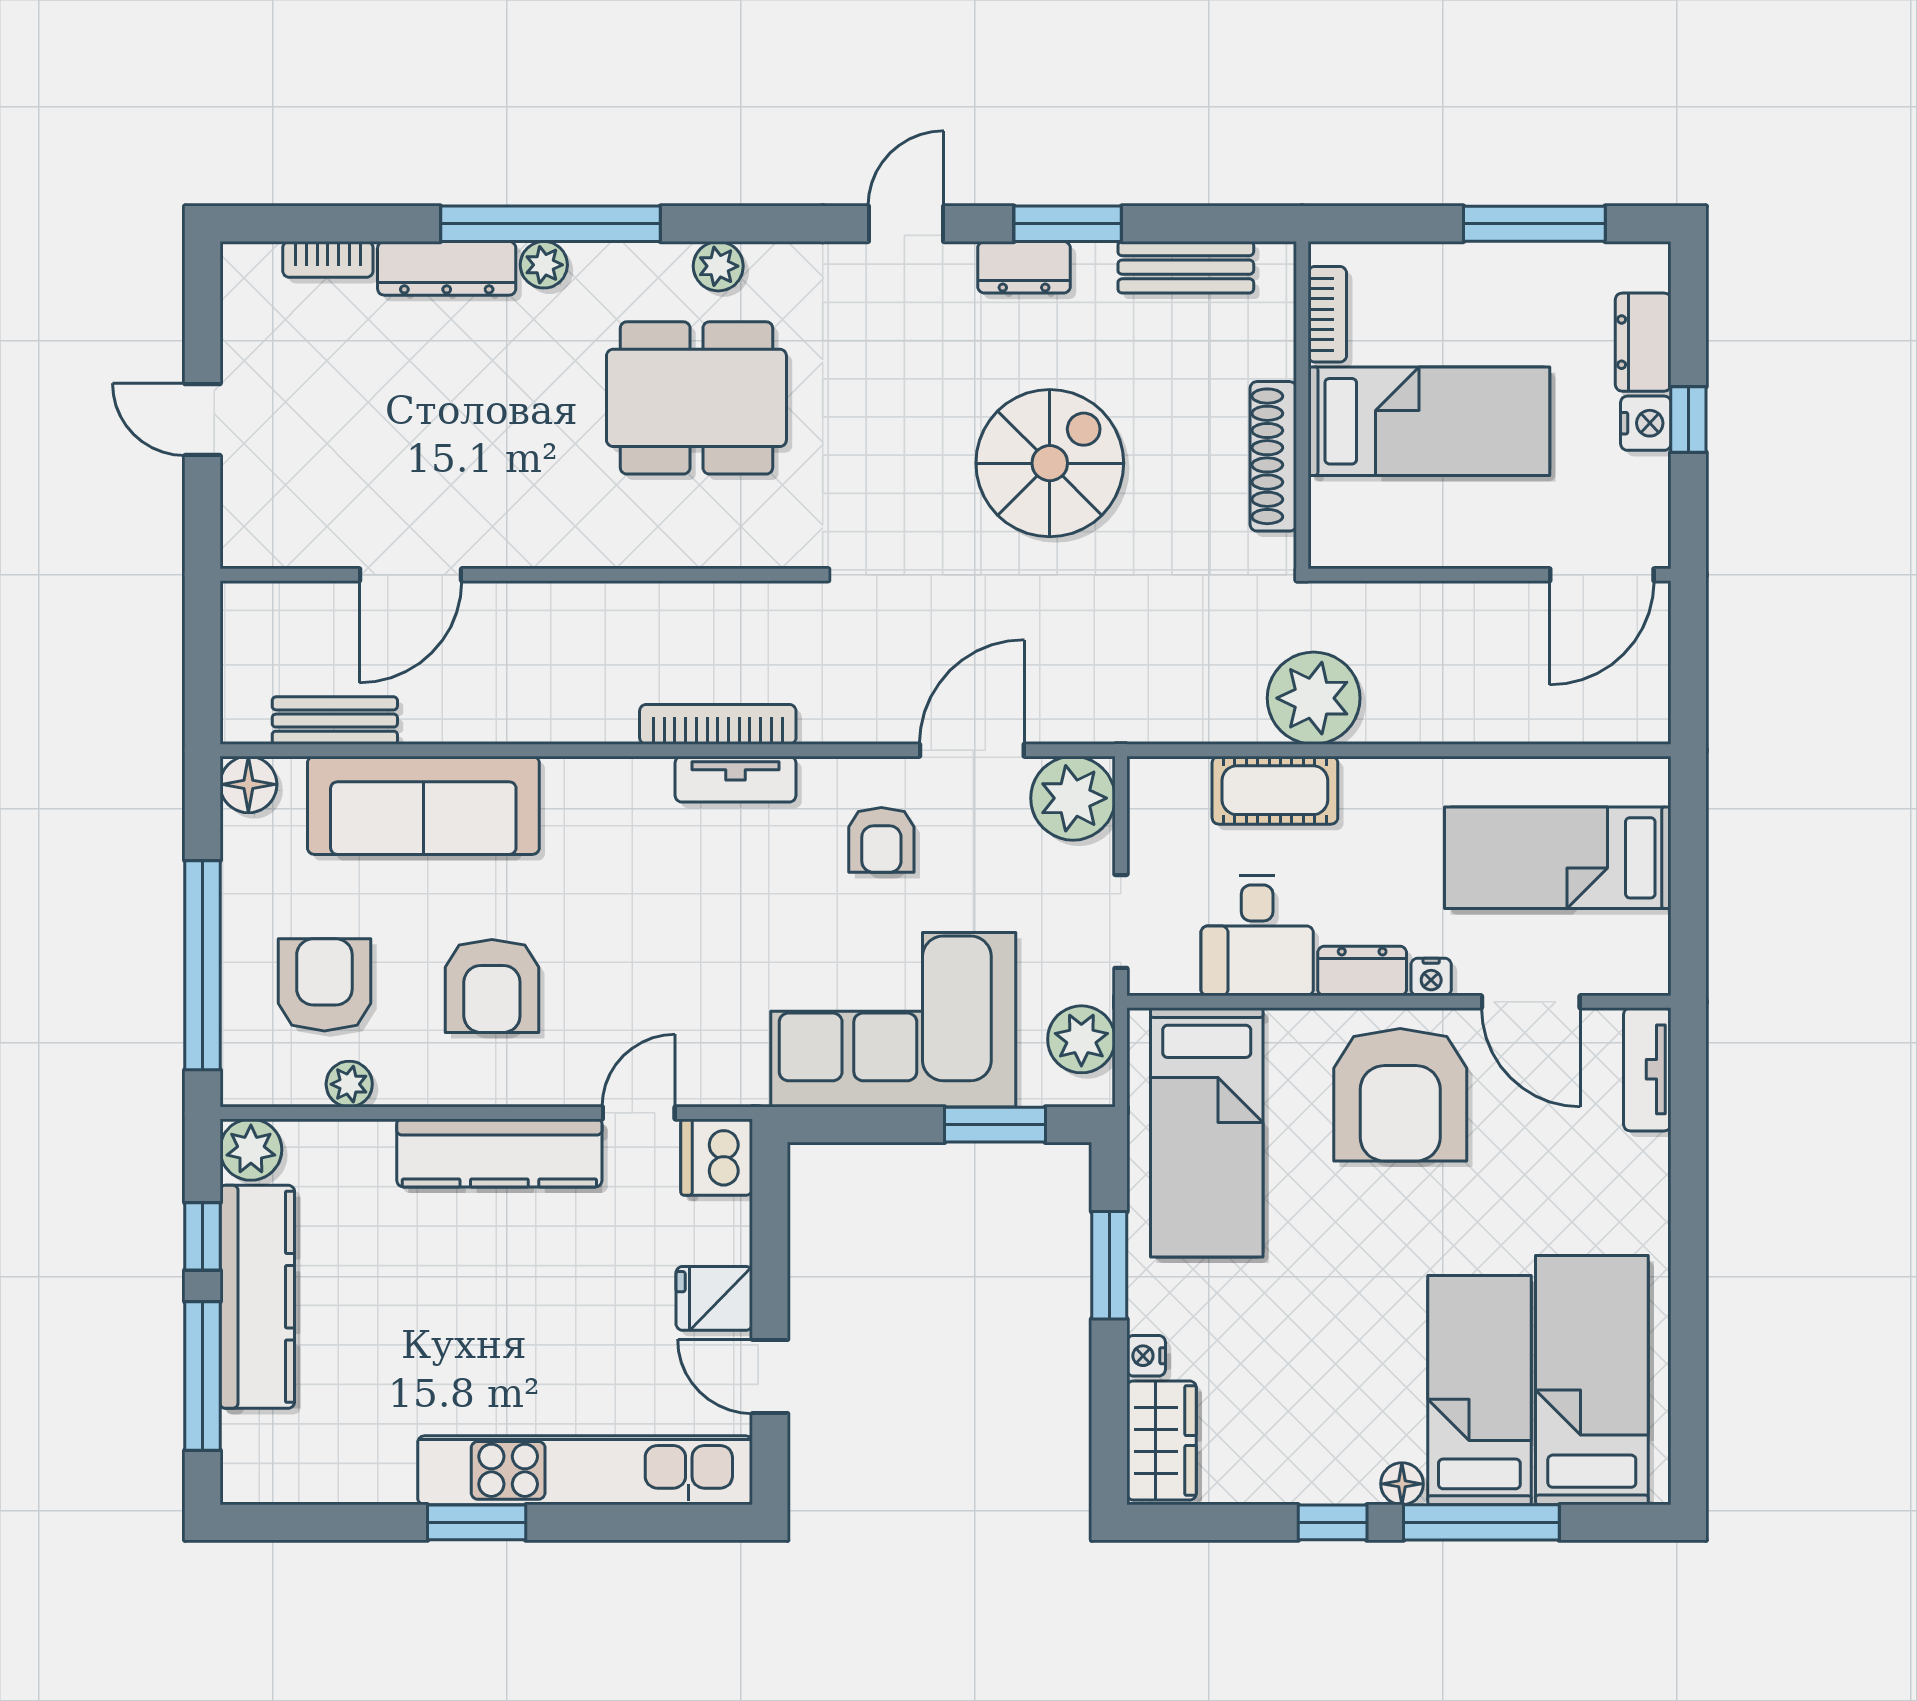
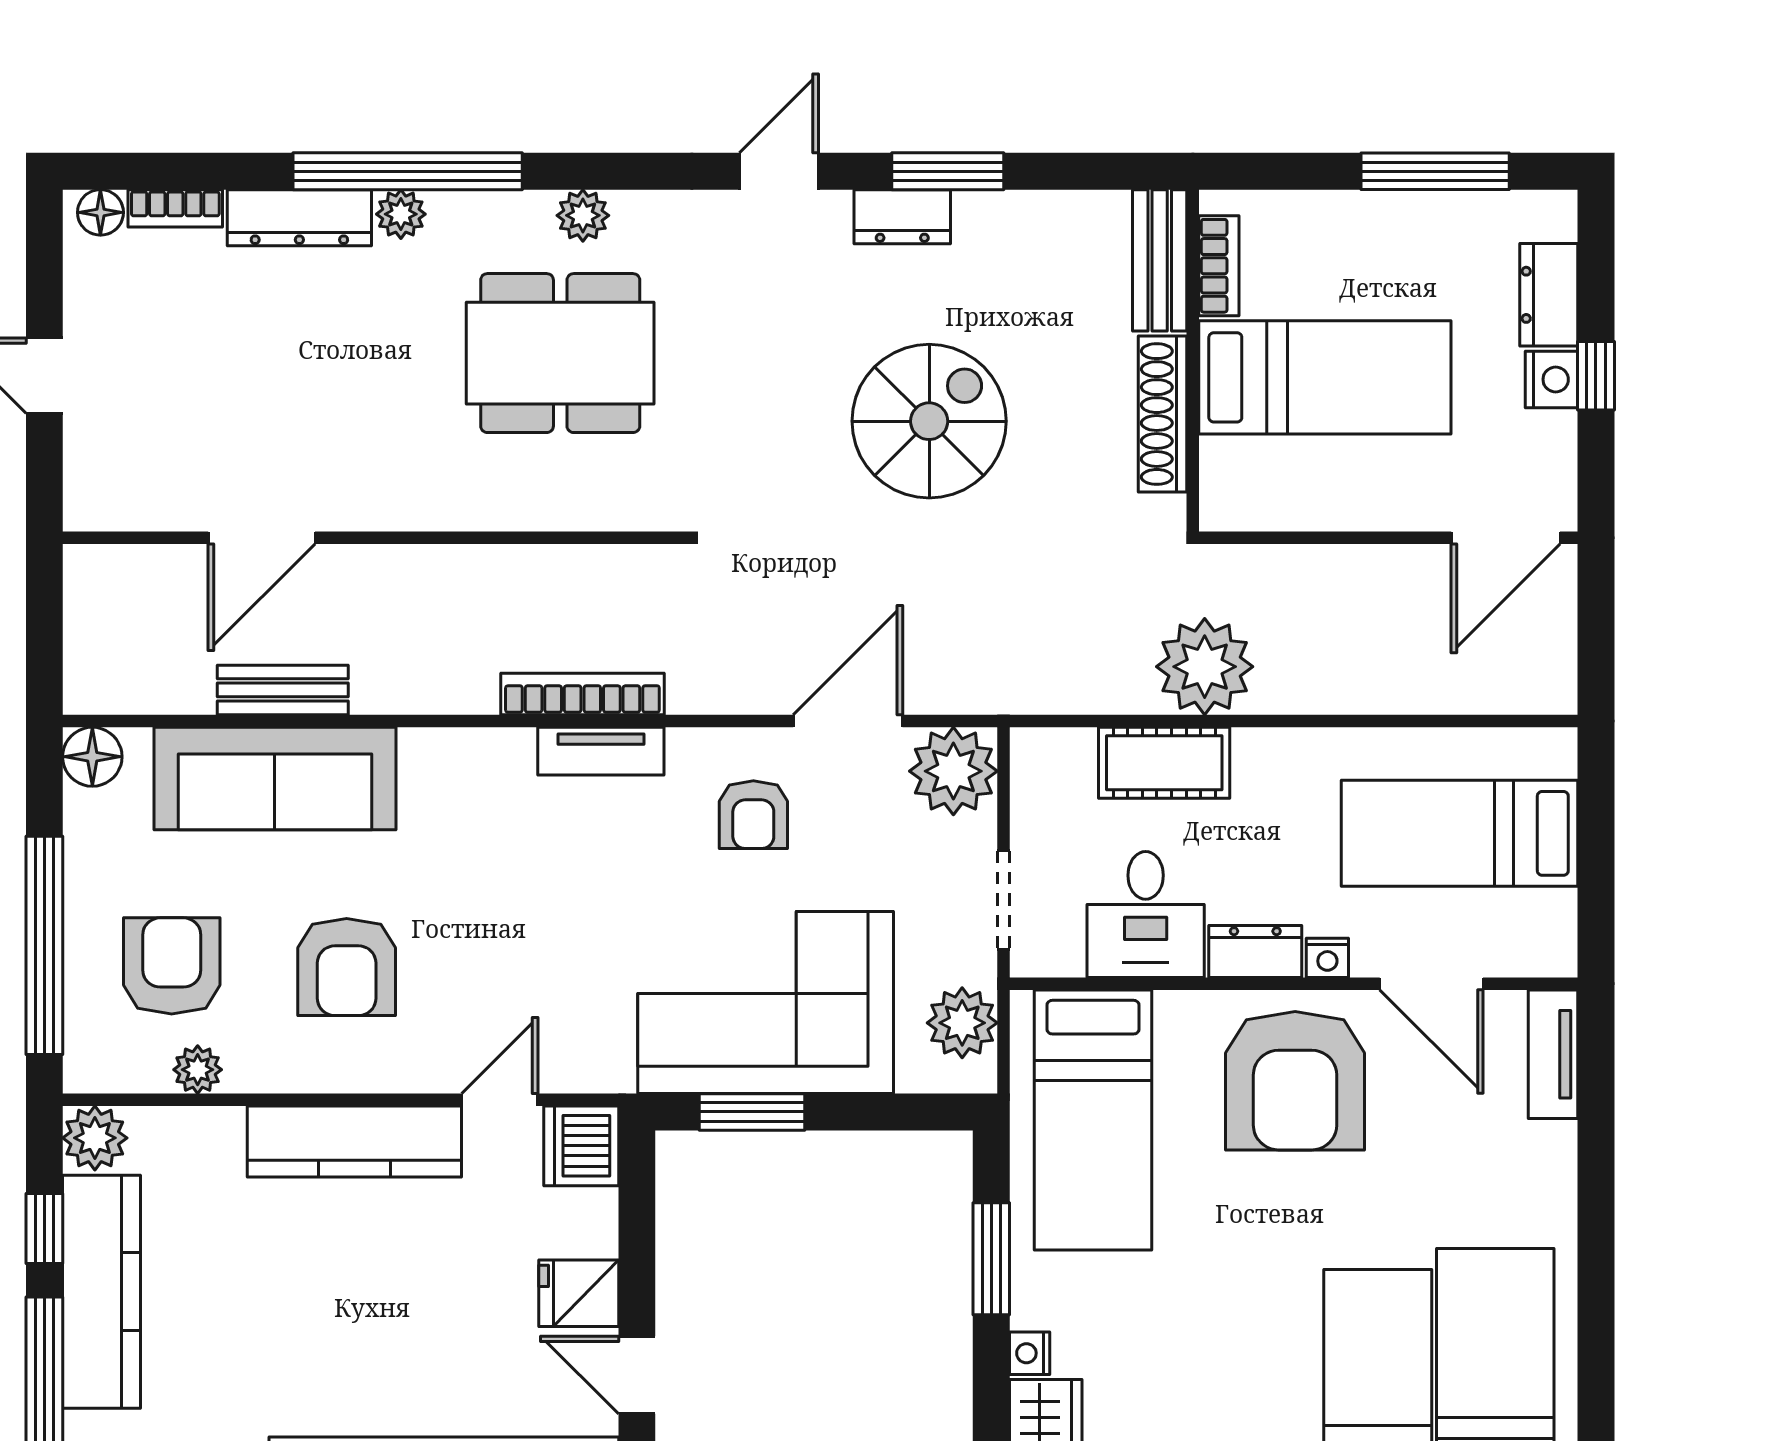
floor lamp: (256, 263) -> (100, 212), added
bench: (1186, 267) -> (1160, 260), moved, turned 90
bench: (335, 721) -> (283, 690), moved
window: (995, 1125) -> (752, 1112), moved

